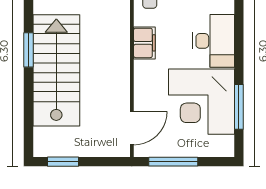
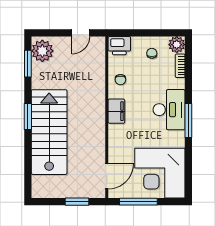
corner desk: (201, 102) -> (160, 173), moved
window: (239, 107) -> (188, 120), moved
window: (63, 162) -> (77, 202), moved

